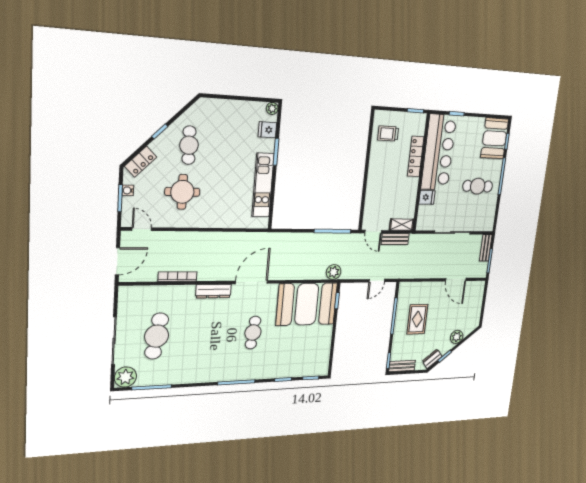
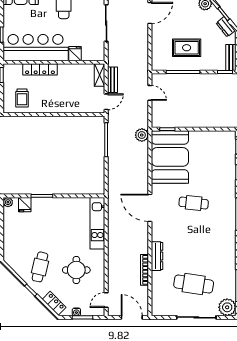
cafe table: (189, 145) -> (40, 267), turned -76
kitchen unit: (263, 185) -> (97, 223), moved, turned 90
dresser: (213, 291) -> (157, 256), moved

